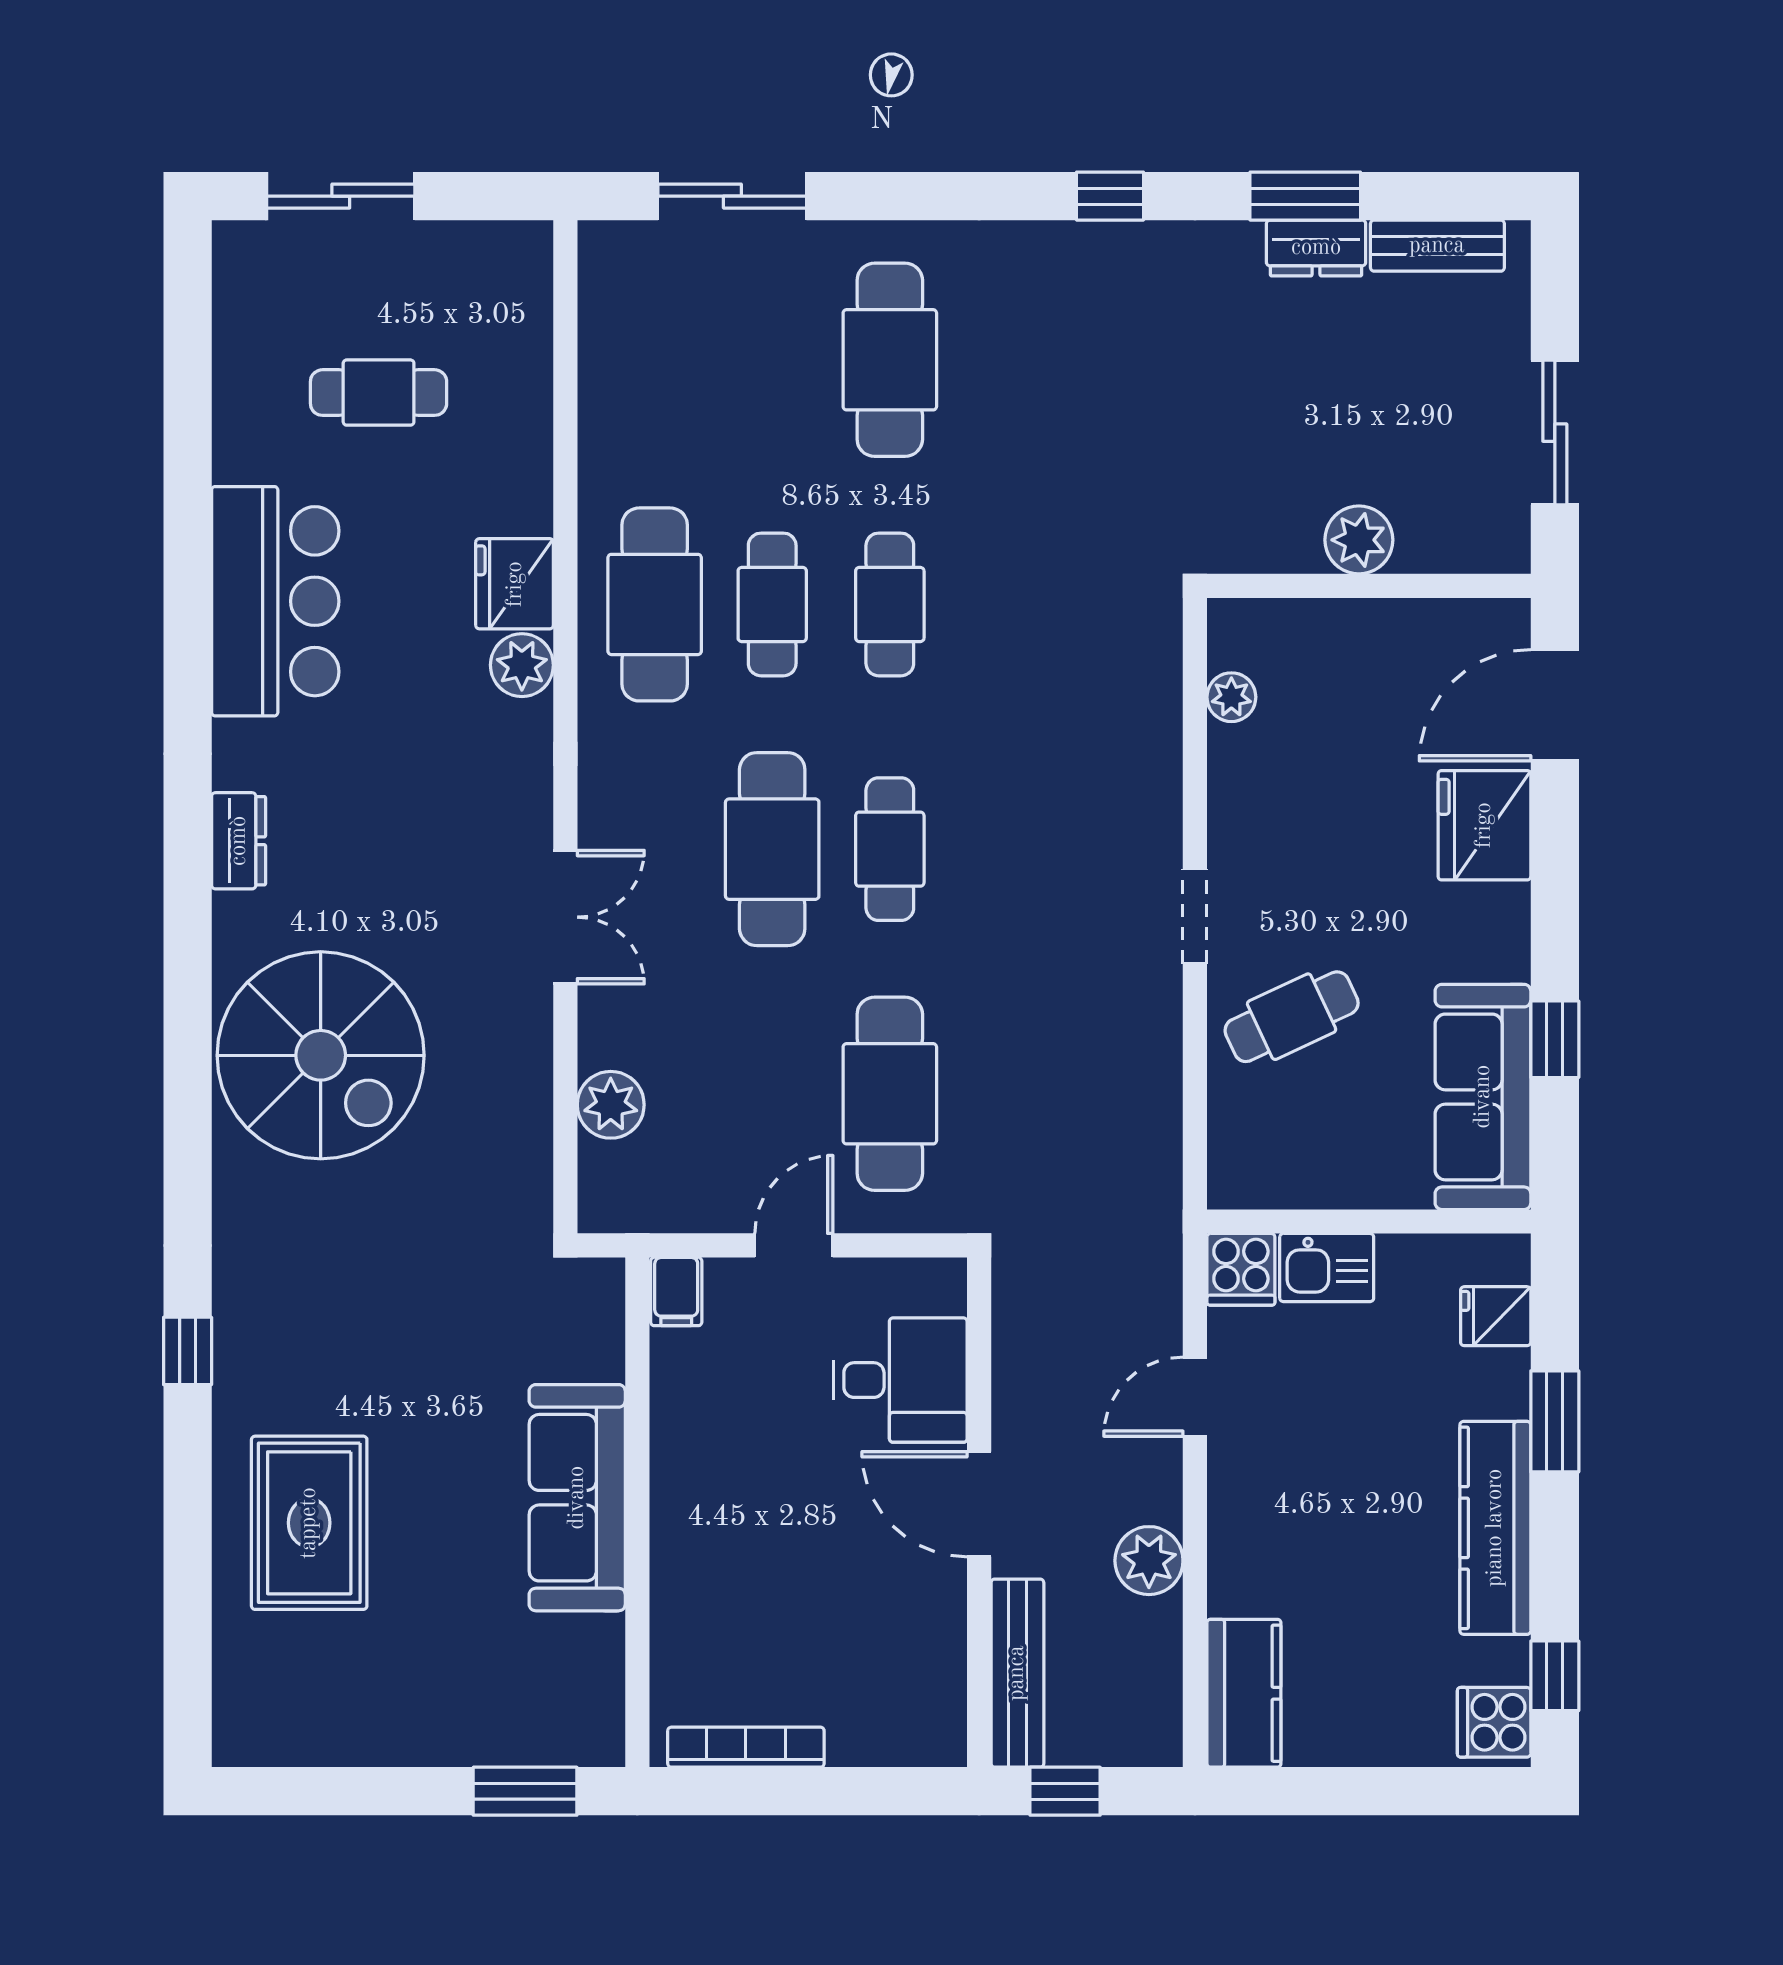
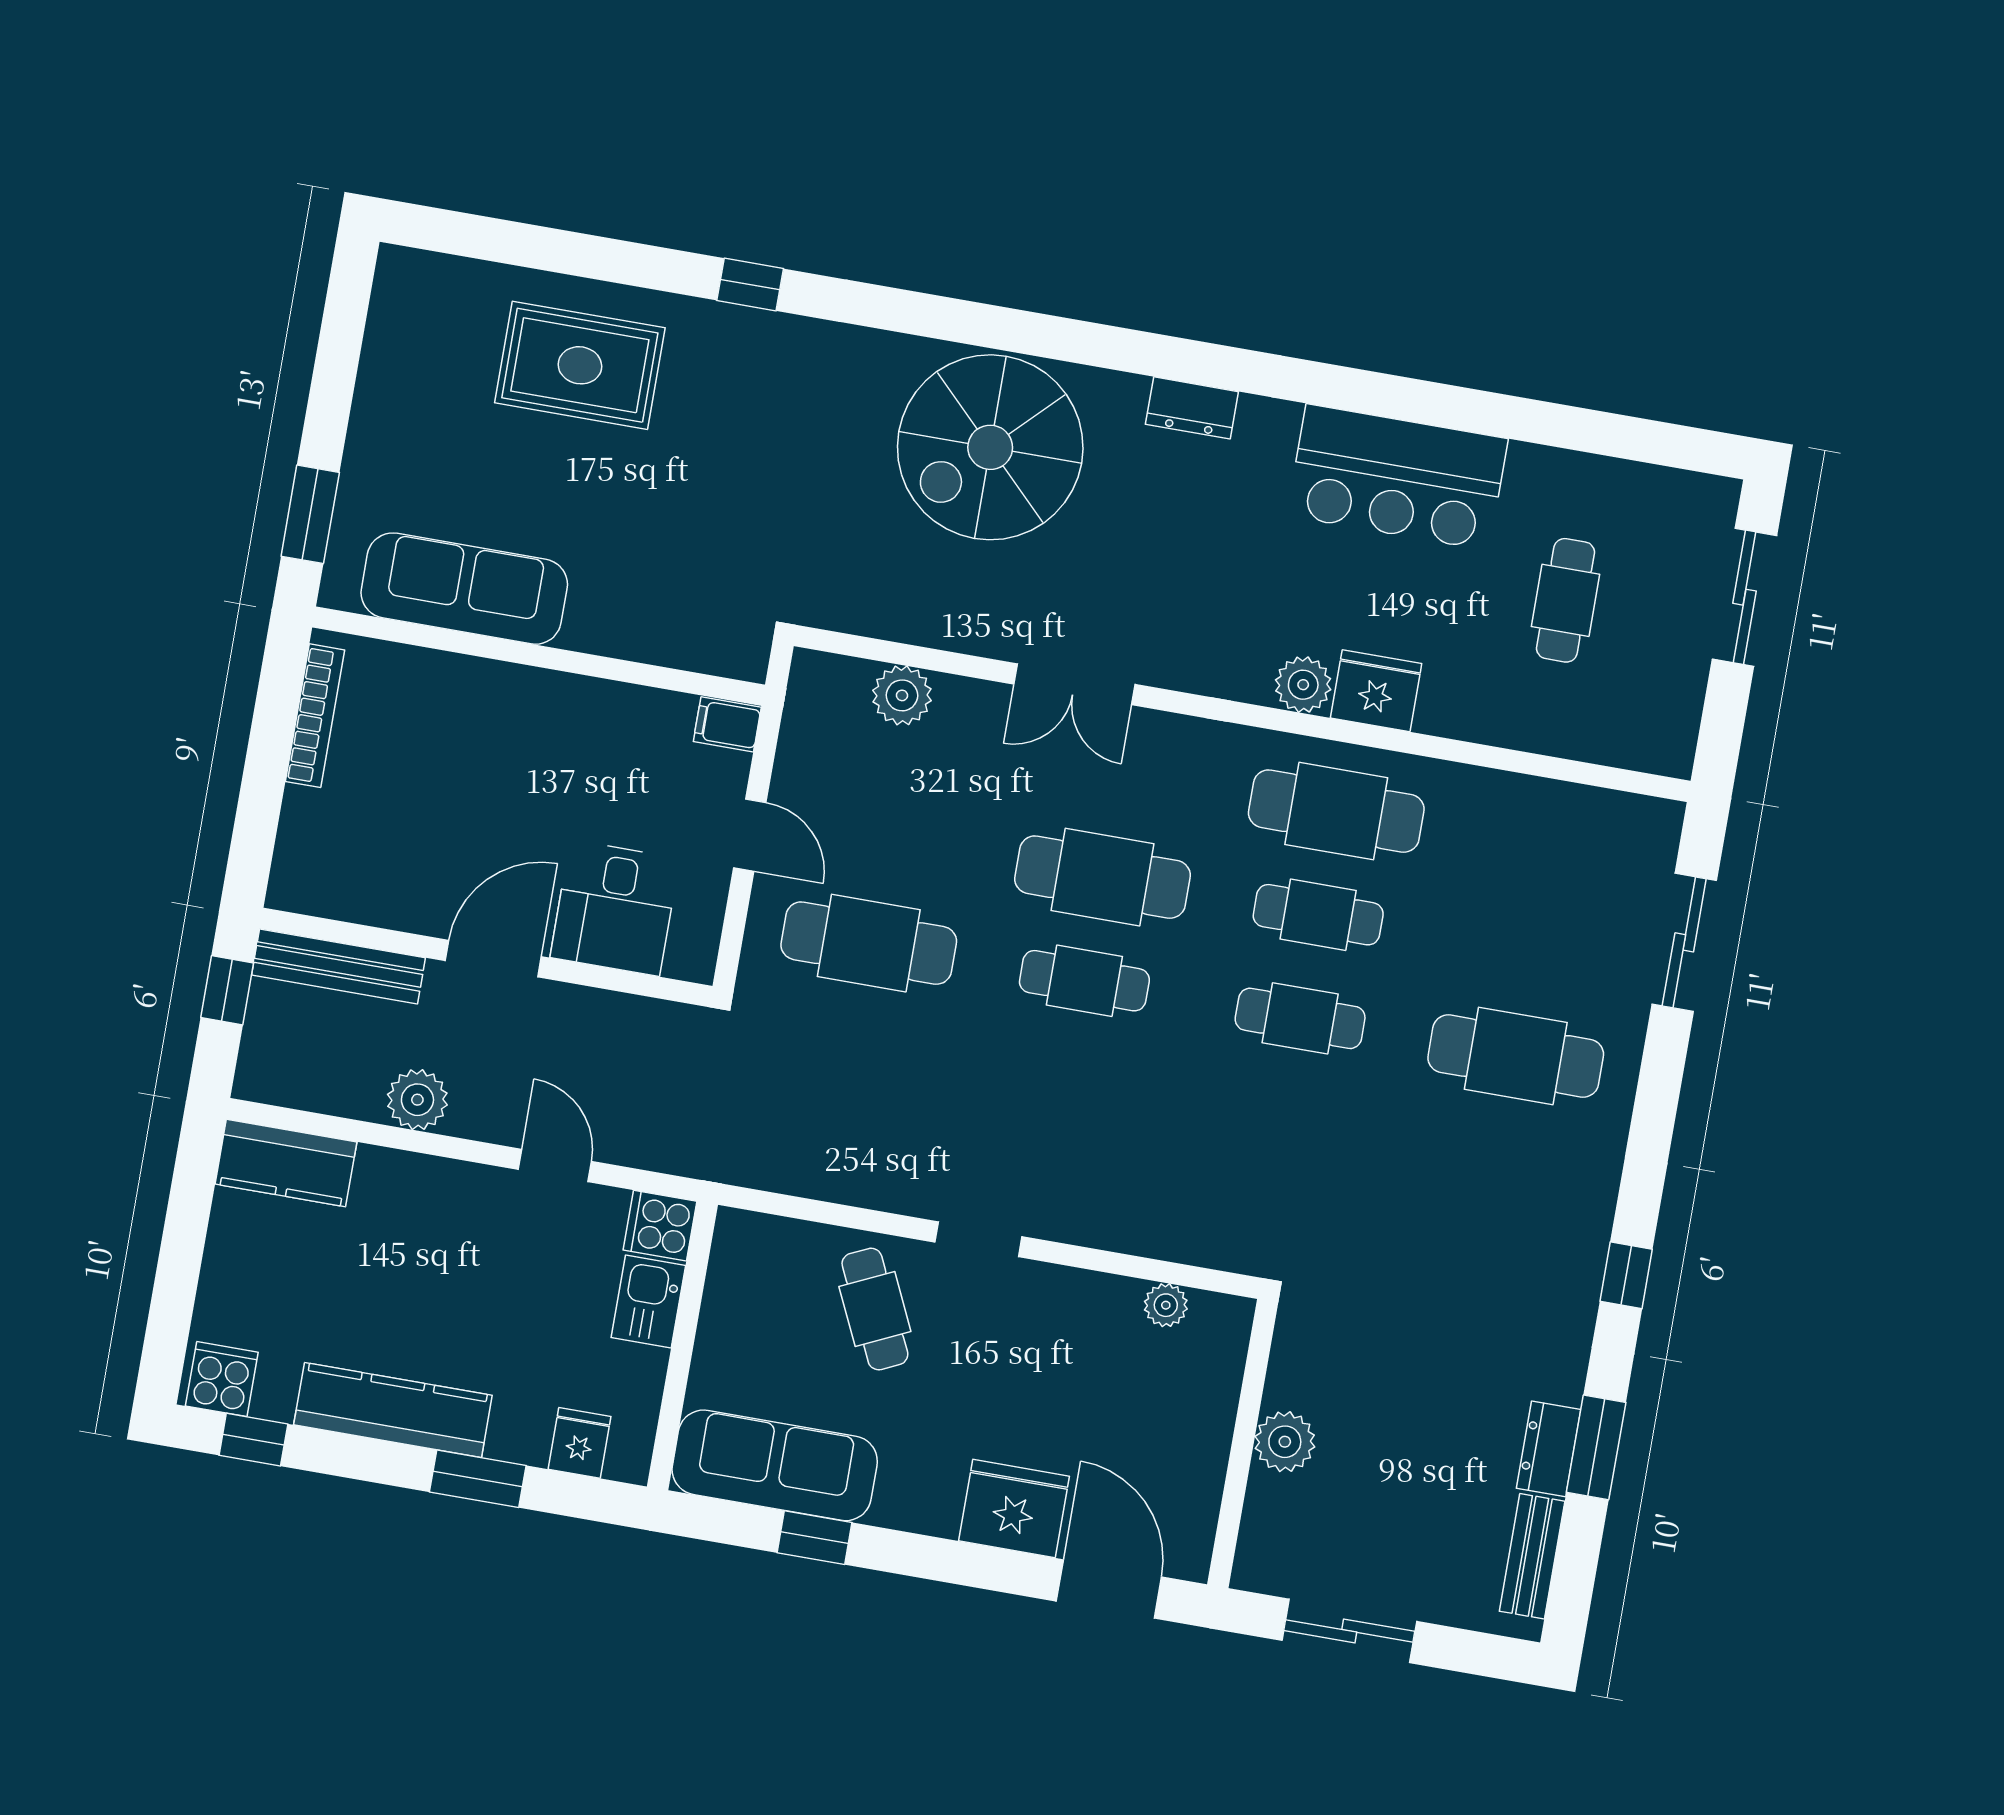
sofa: (577, 1498) -> (464, 589), moved

